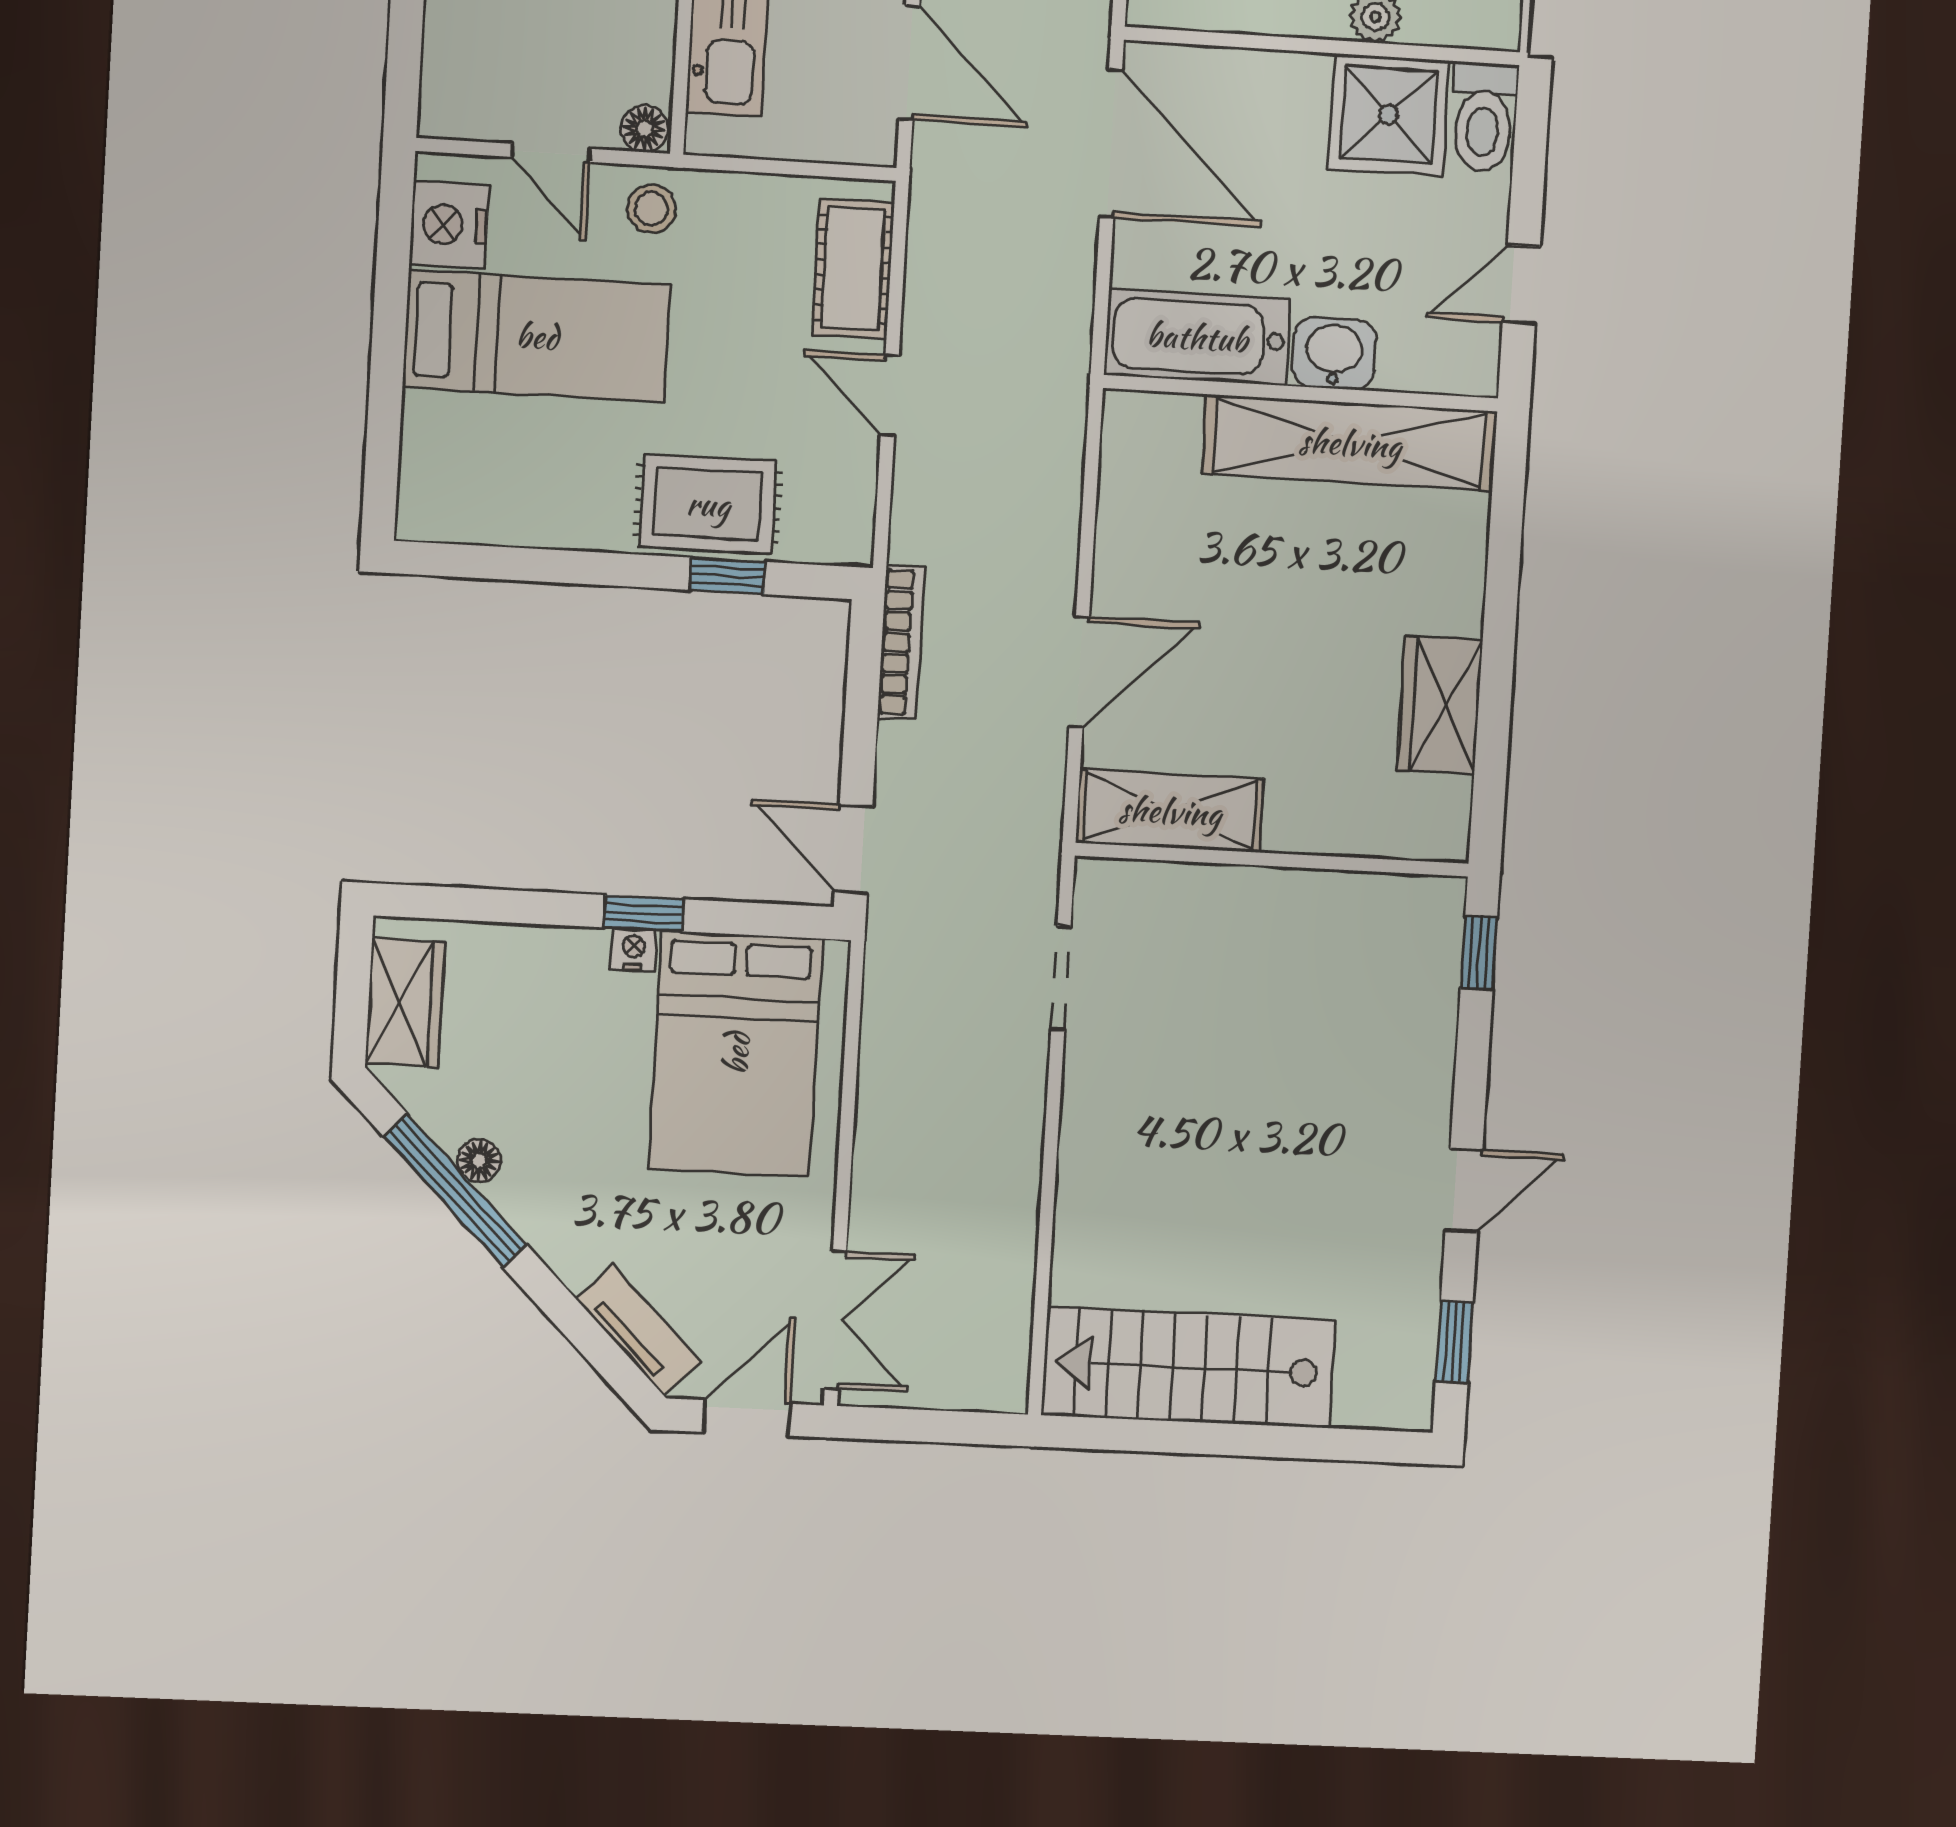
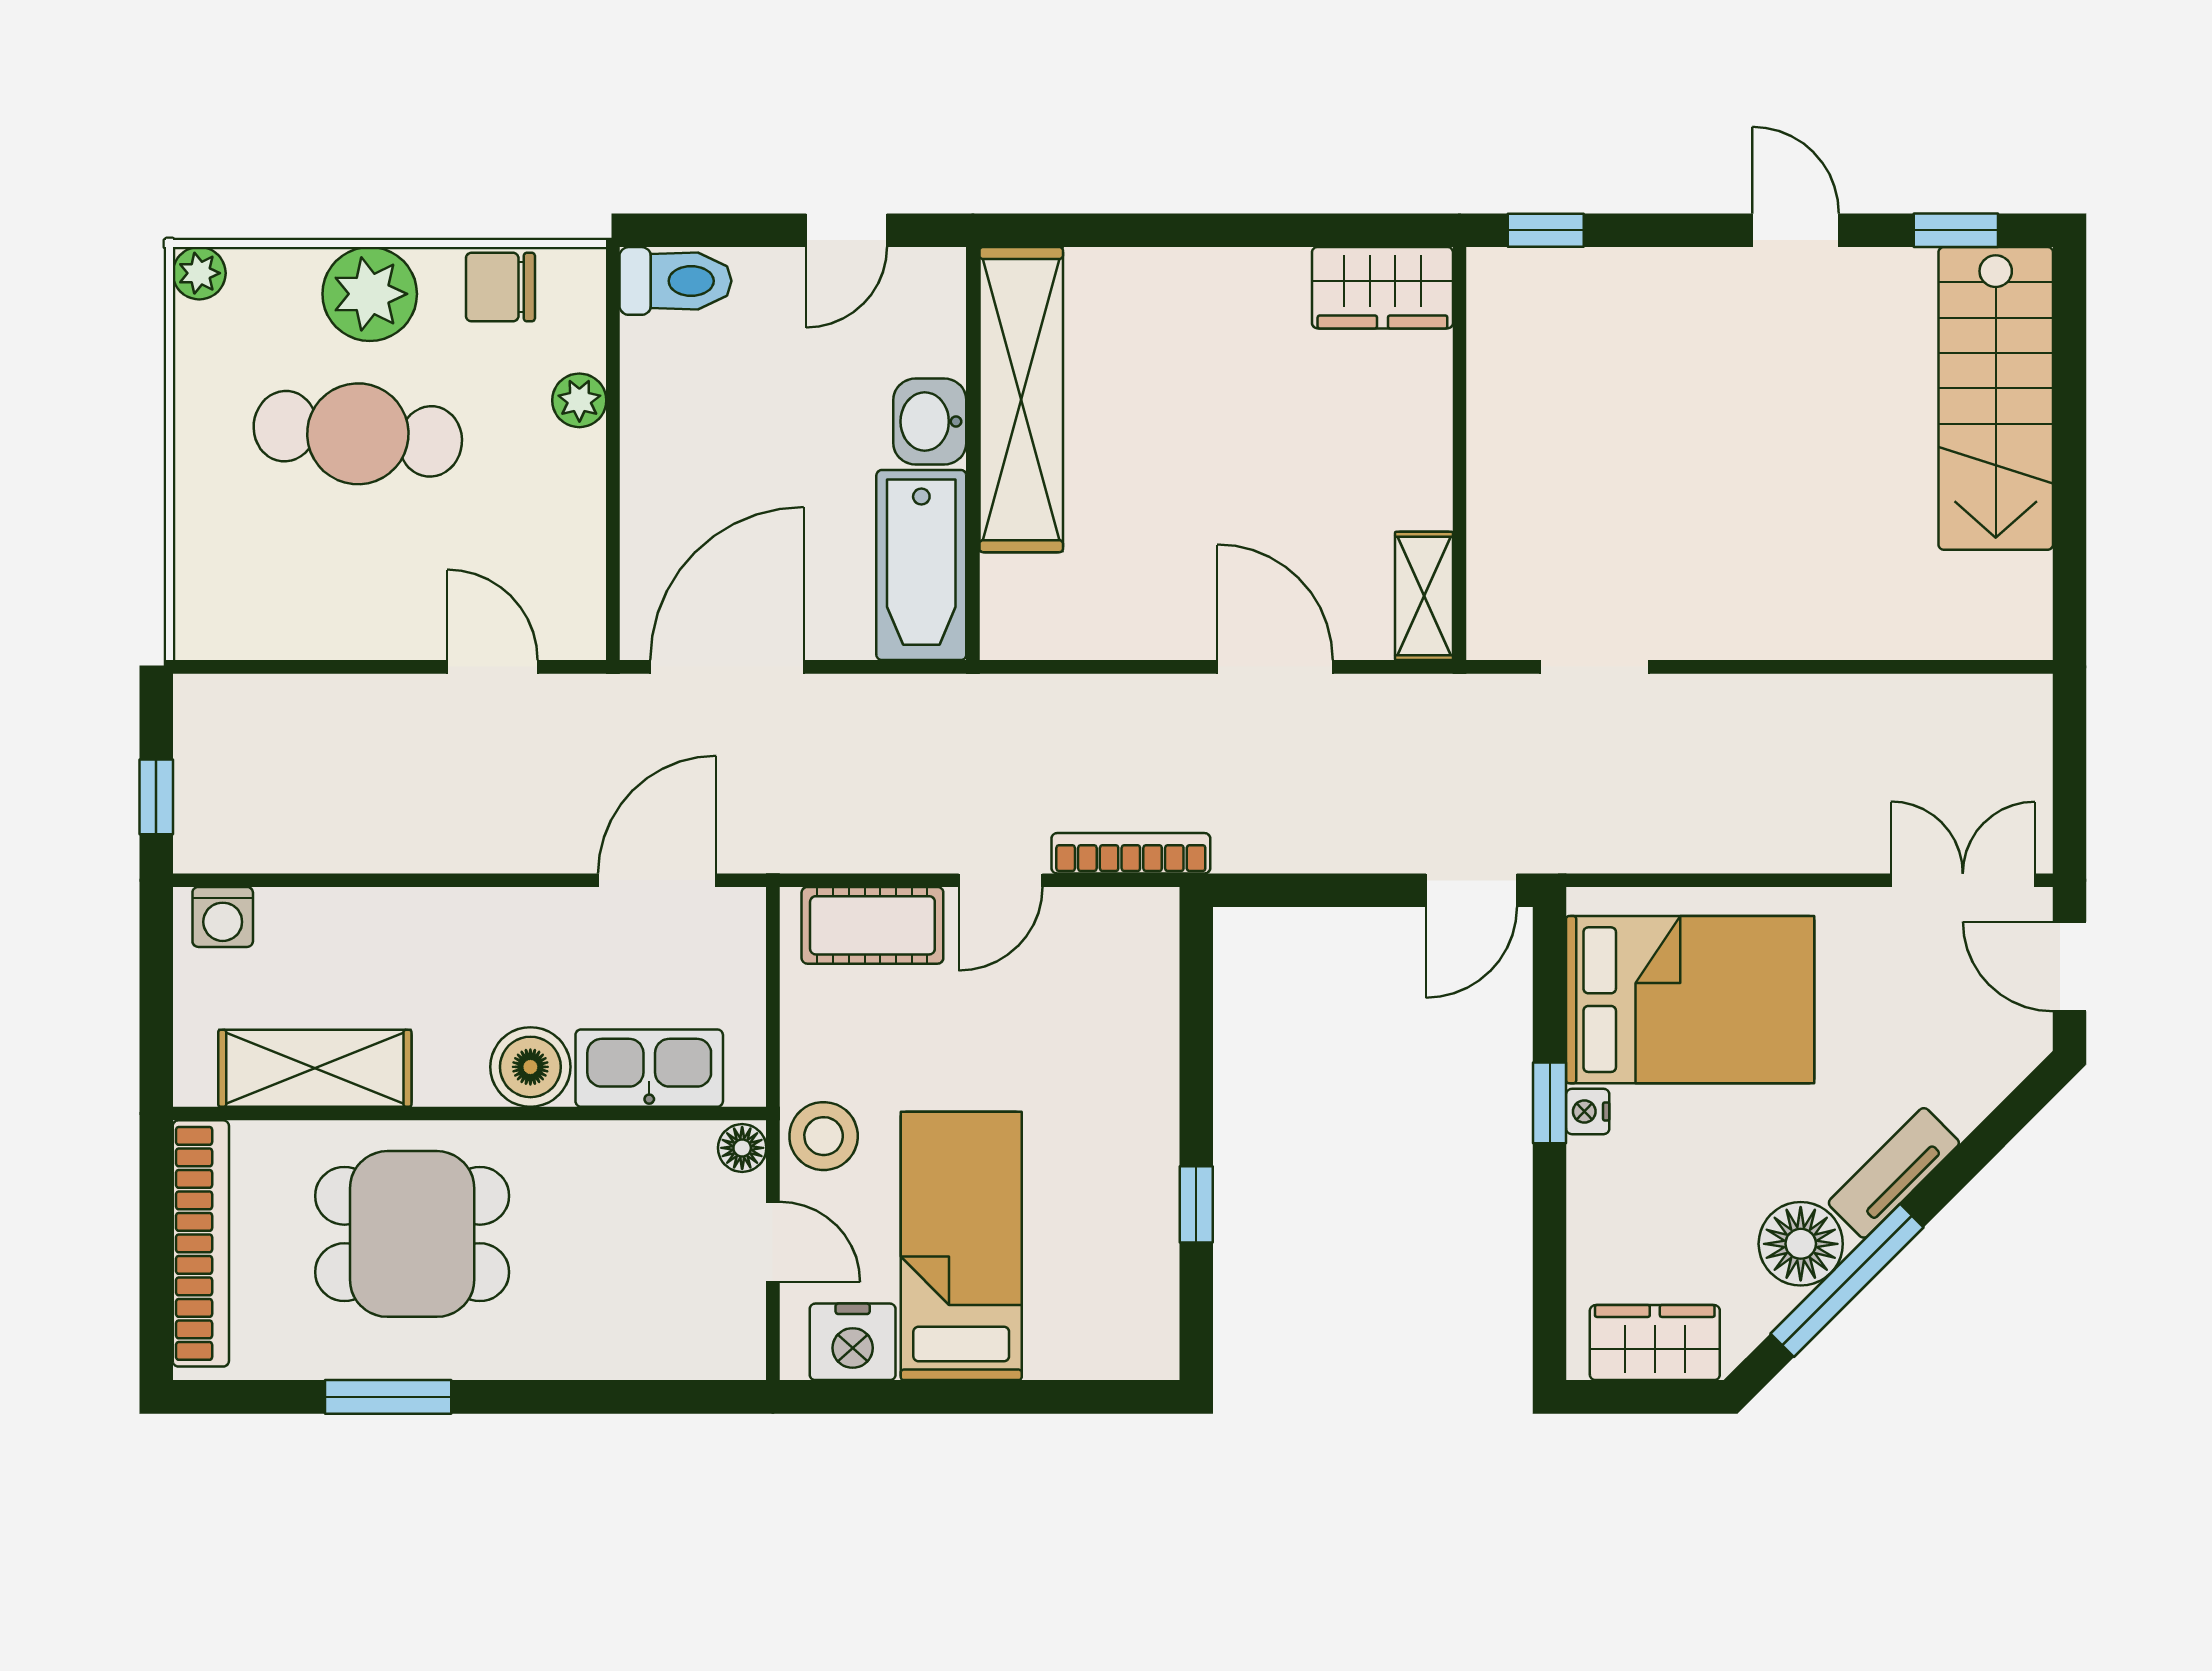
shower: (1389, 115) -> (679, 380), removed
door: (551, 153) -> (773, 1242), hinge flipped
stool: (651, 209) -> (824, 1136), width x1.37, depth x1.37
door: (1521, 285) -> (847, 230), hinge flipped
rug: (708, 504) -> (1123, 1061), removed
window: (727, 576) -> (1196, 1204), moved
bookcase: (901, 642) -> (1131, 853), moved
wardrobe: (1440, 705) -> (1382, 288), moved
shelving: (1170, 811) -> (1424, 596), width x0.67, depth x0.75
floor lamp: (479, 1161) -> (1801, 1244), width x1.89, depth x1.89
tv unit: (638, 1330) -> (1894, 1173), moved
stairs: (1188, 1367) -> (1996, 398), moved

